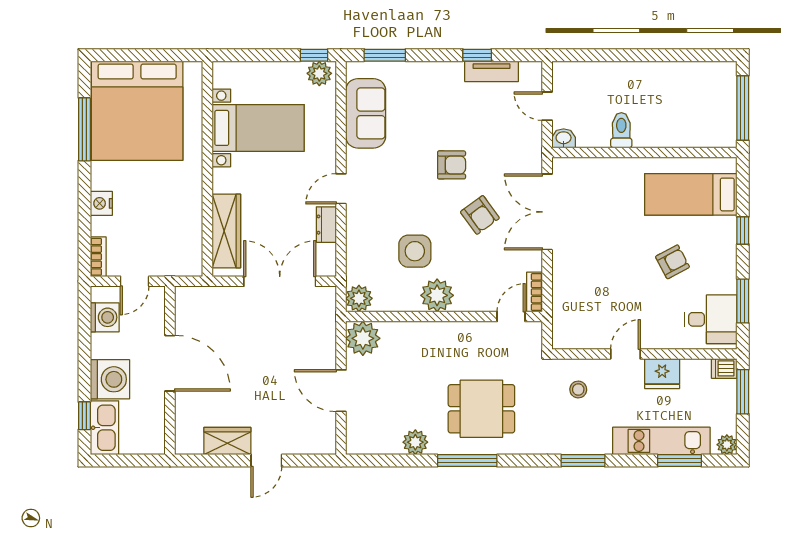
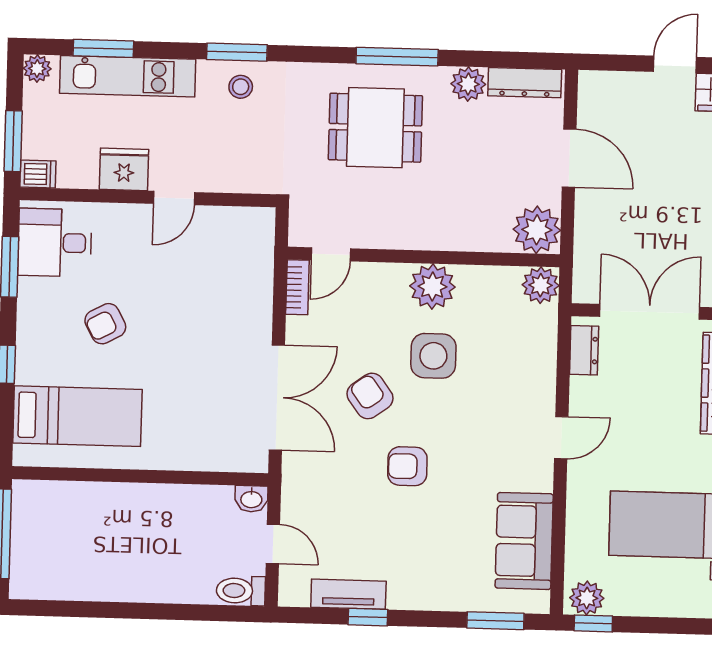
toilet: (621, 130) -> (241, 591), moved, turned 90
dresser: (326, 225) -> (584, 350), moved
side table: (415, 251) -> (433, 356), moved
double door: (280, 281) -> (650, 312), swing flipped
stool: (578, 390) -> (241, 87), moved
dresser: (375, 444) -> (525, 83), added

